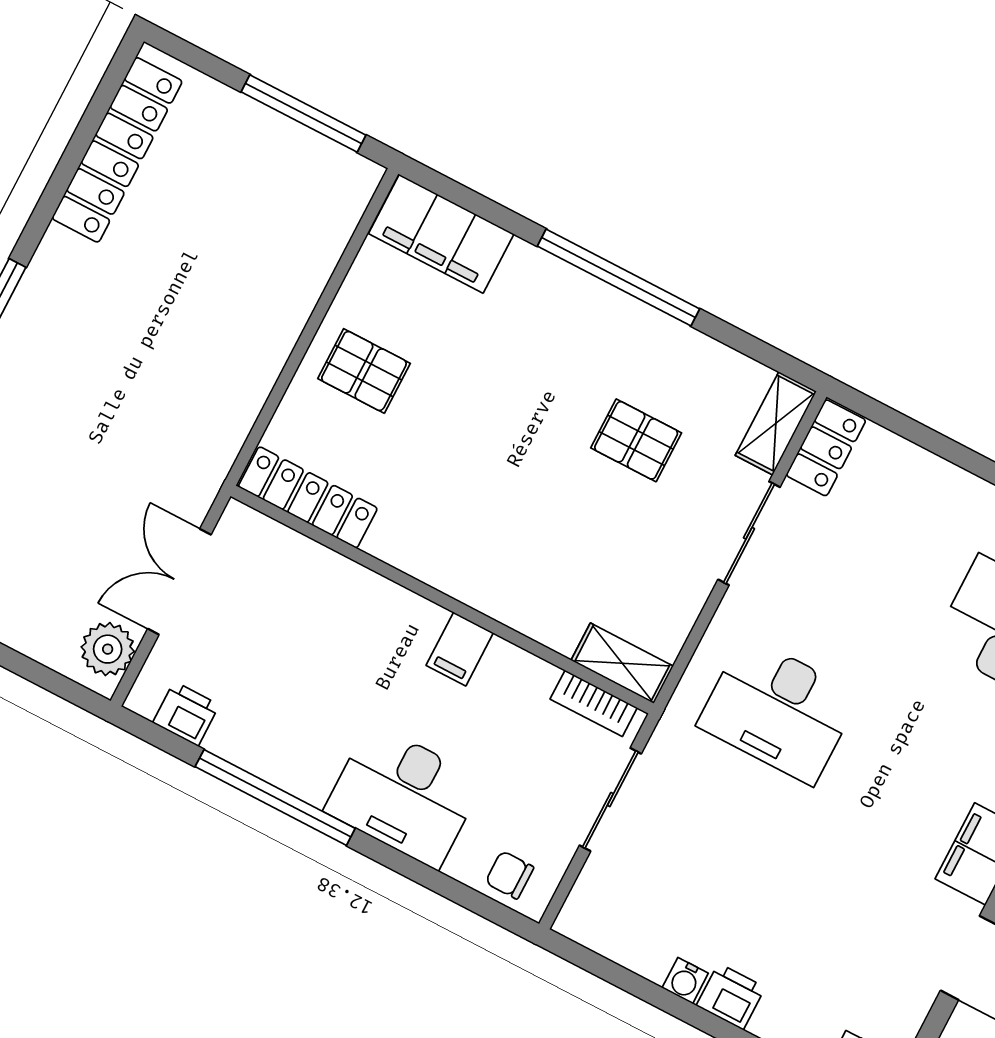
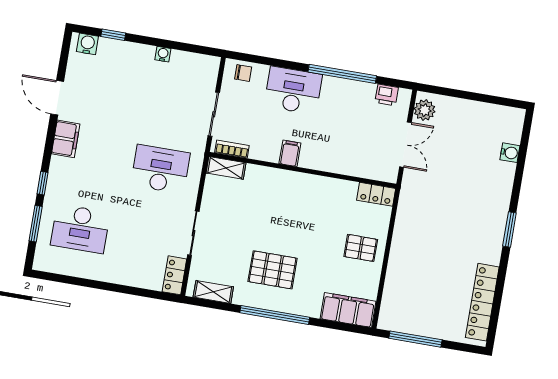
shelving: (776, 423) -> (213, 292), moved, turned 90
pallet: (636, 440) -> (273, 270), moved, width x1.50, depth x1.42
locker: (308, 497) -> (376, 194), width x0.66
printer: (731, 996) -> (144, 54), removed

